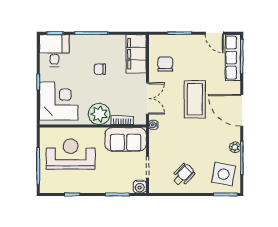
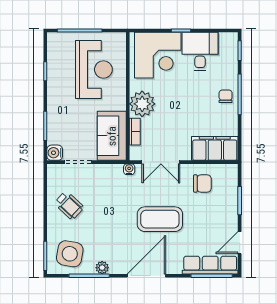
desk: (54, 51) -> (200, 51), moved, turned -90
chair: (100, 69) -> (226, 96), moved

